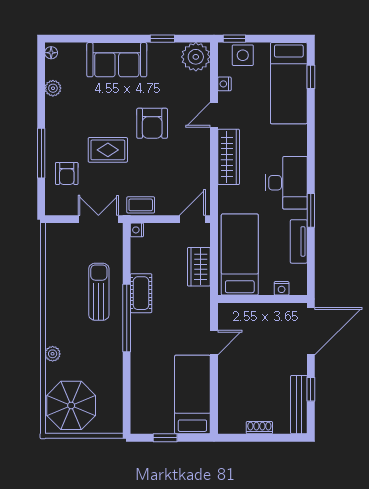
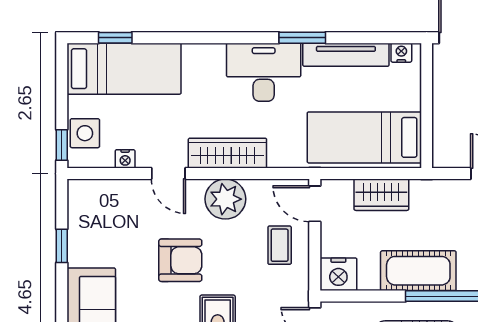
plant: (196, 57) -> (225, 199), moved
coffee table: (141, 205) -> (280, 245), moved
nightstand: (137, 230) -> (338, 274), width x1.89, depth x1.79
tv unit: (299, 241) -> (346, 55), width x1.41
nightstand: (282, 288) -> (401, 53), moved, turned -90
cot: (141, 293) -> (418, 271), width x1.37, depth x1.34

